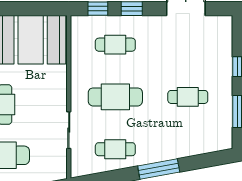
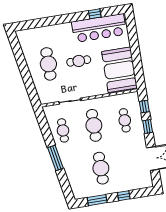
cafe table: (188, 97) -> (101, 168), width x1.37, depth x1.35

